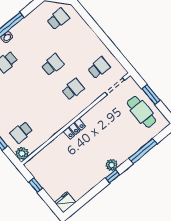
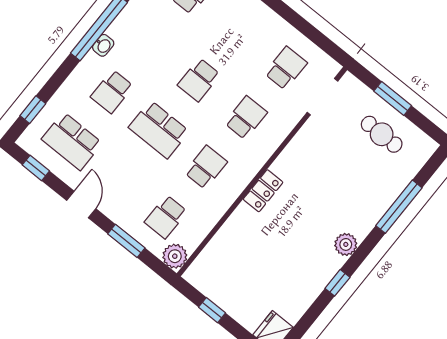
school desk: (53, 65) -> (199, 80), turned 180
school desk: (27, 86) -> (159, 129), added
school desk: (47, 111) -> (206, 167), added
cafe table: (141, 112) -> (382, 134), width x0.73, depth x0.74
window: (113, 176) -> (337, 283), moved

